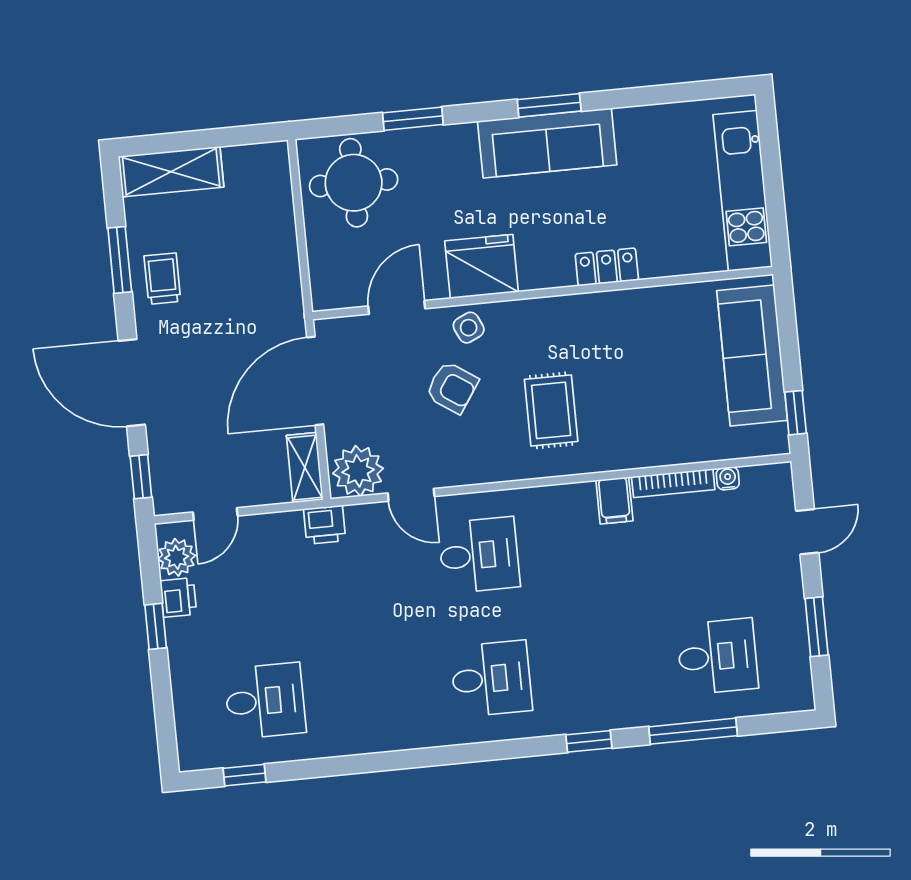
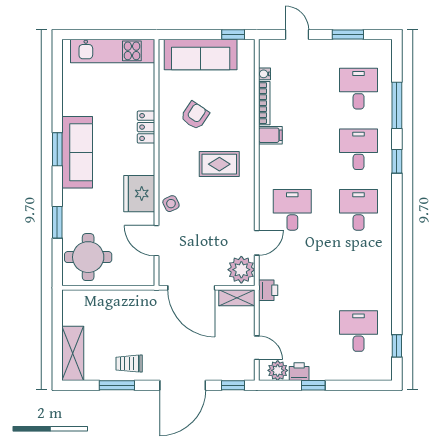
armchair: (452, 387) -> (195, 115), moved
desk: (604, 668) -> (359, 149), added

